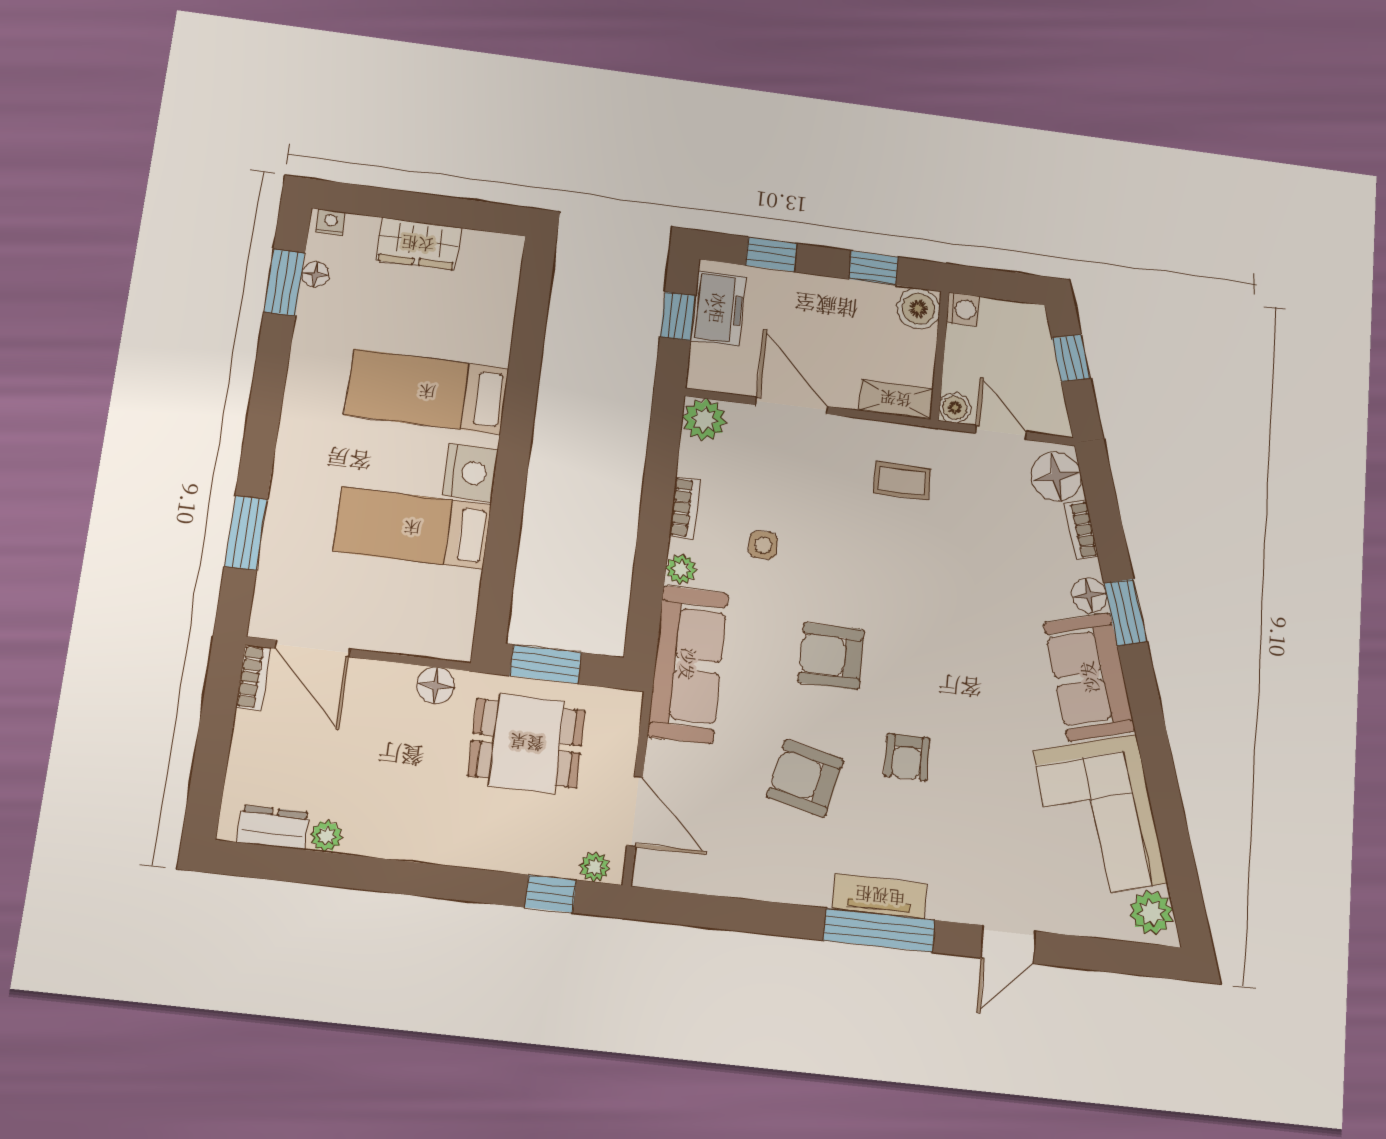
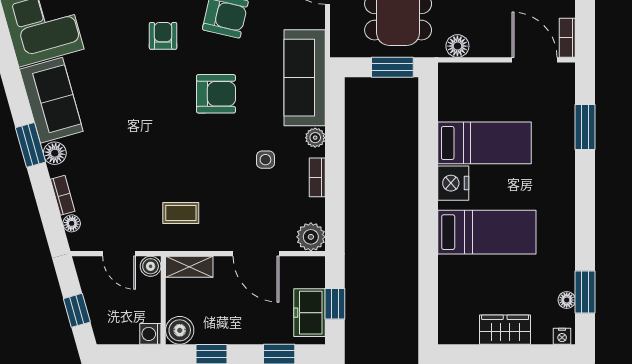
floor lamp: (1056, 477) -> (72, 223), width x0.53, depth x0.53

